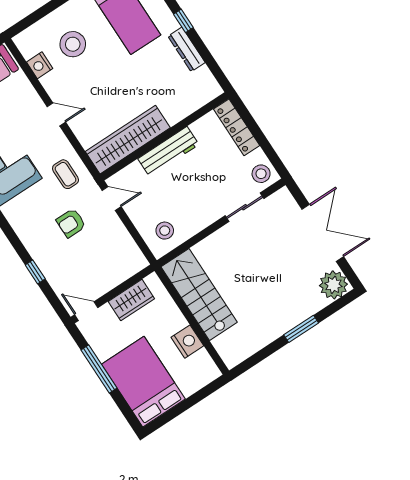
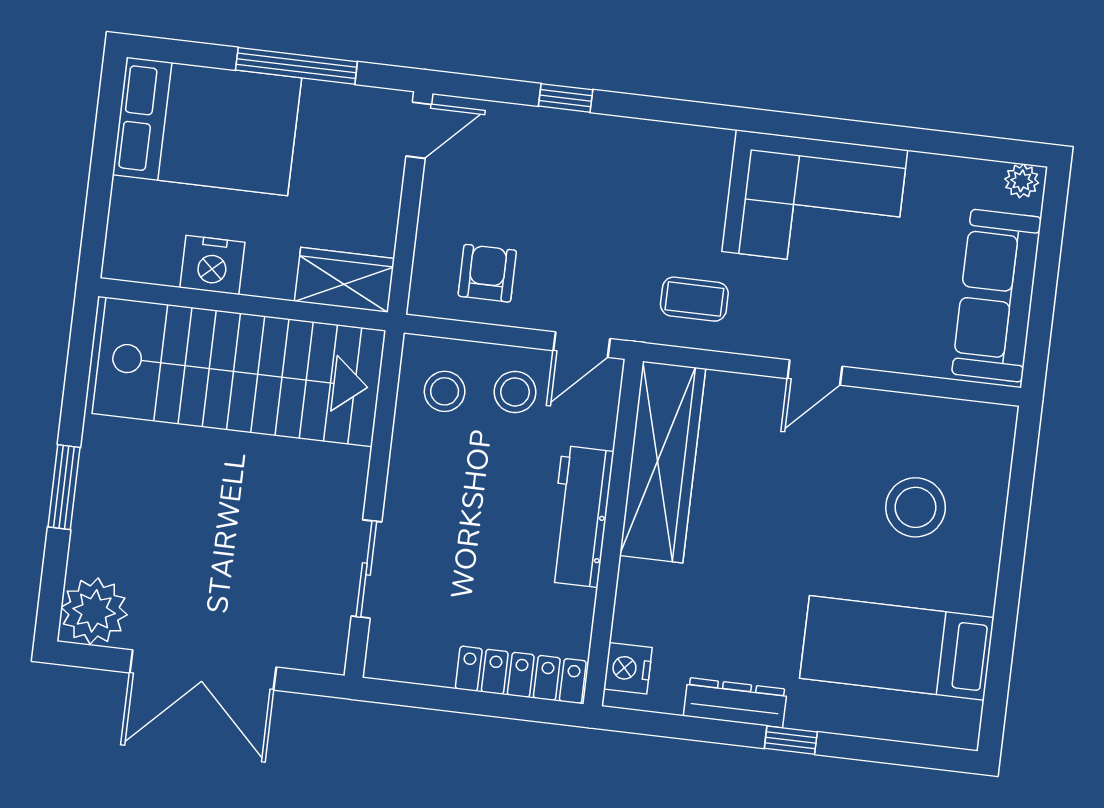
nightstand: (40, 65) -> (628, 668), moved, turned -90
stool: (261, 174) -> (515, 392), moved
armchair: (71, 223) -> (487, 273), moved
stairs: (199, 295) -> (239, 372), width x1.36, depth x1.51
wardrobe: (131, 300) -> (344, 280), moved, turned 90

